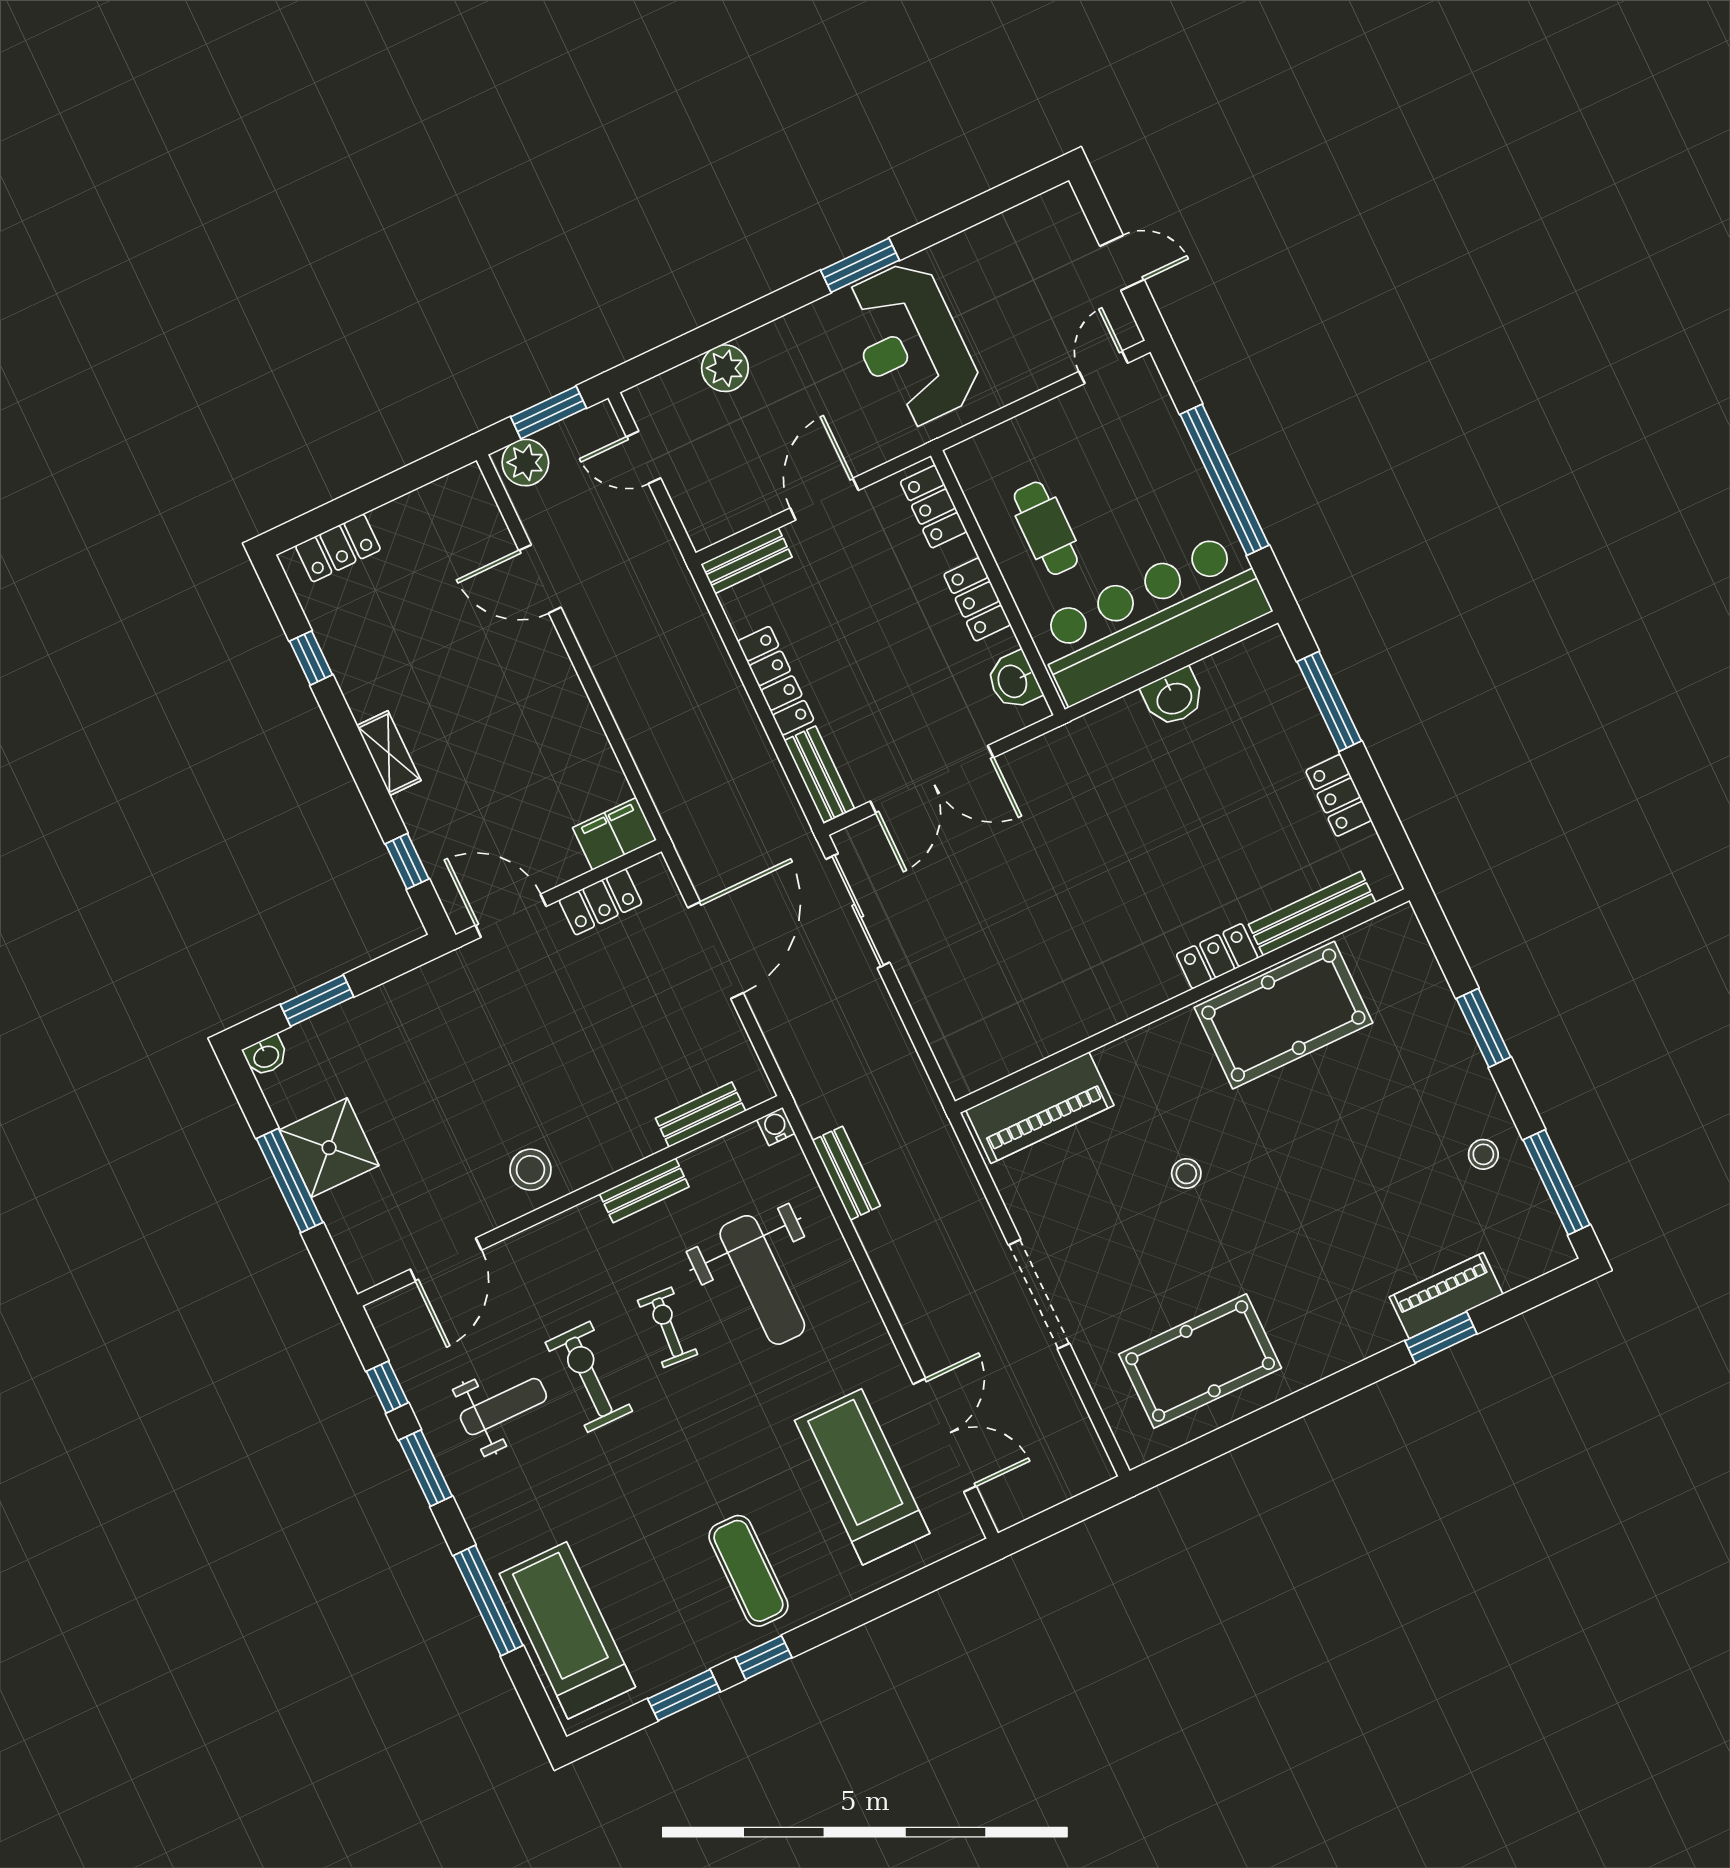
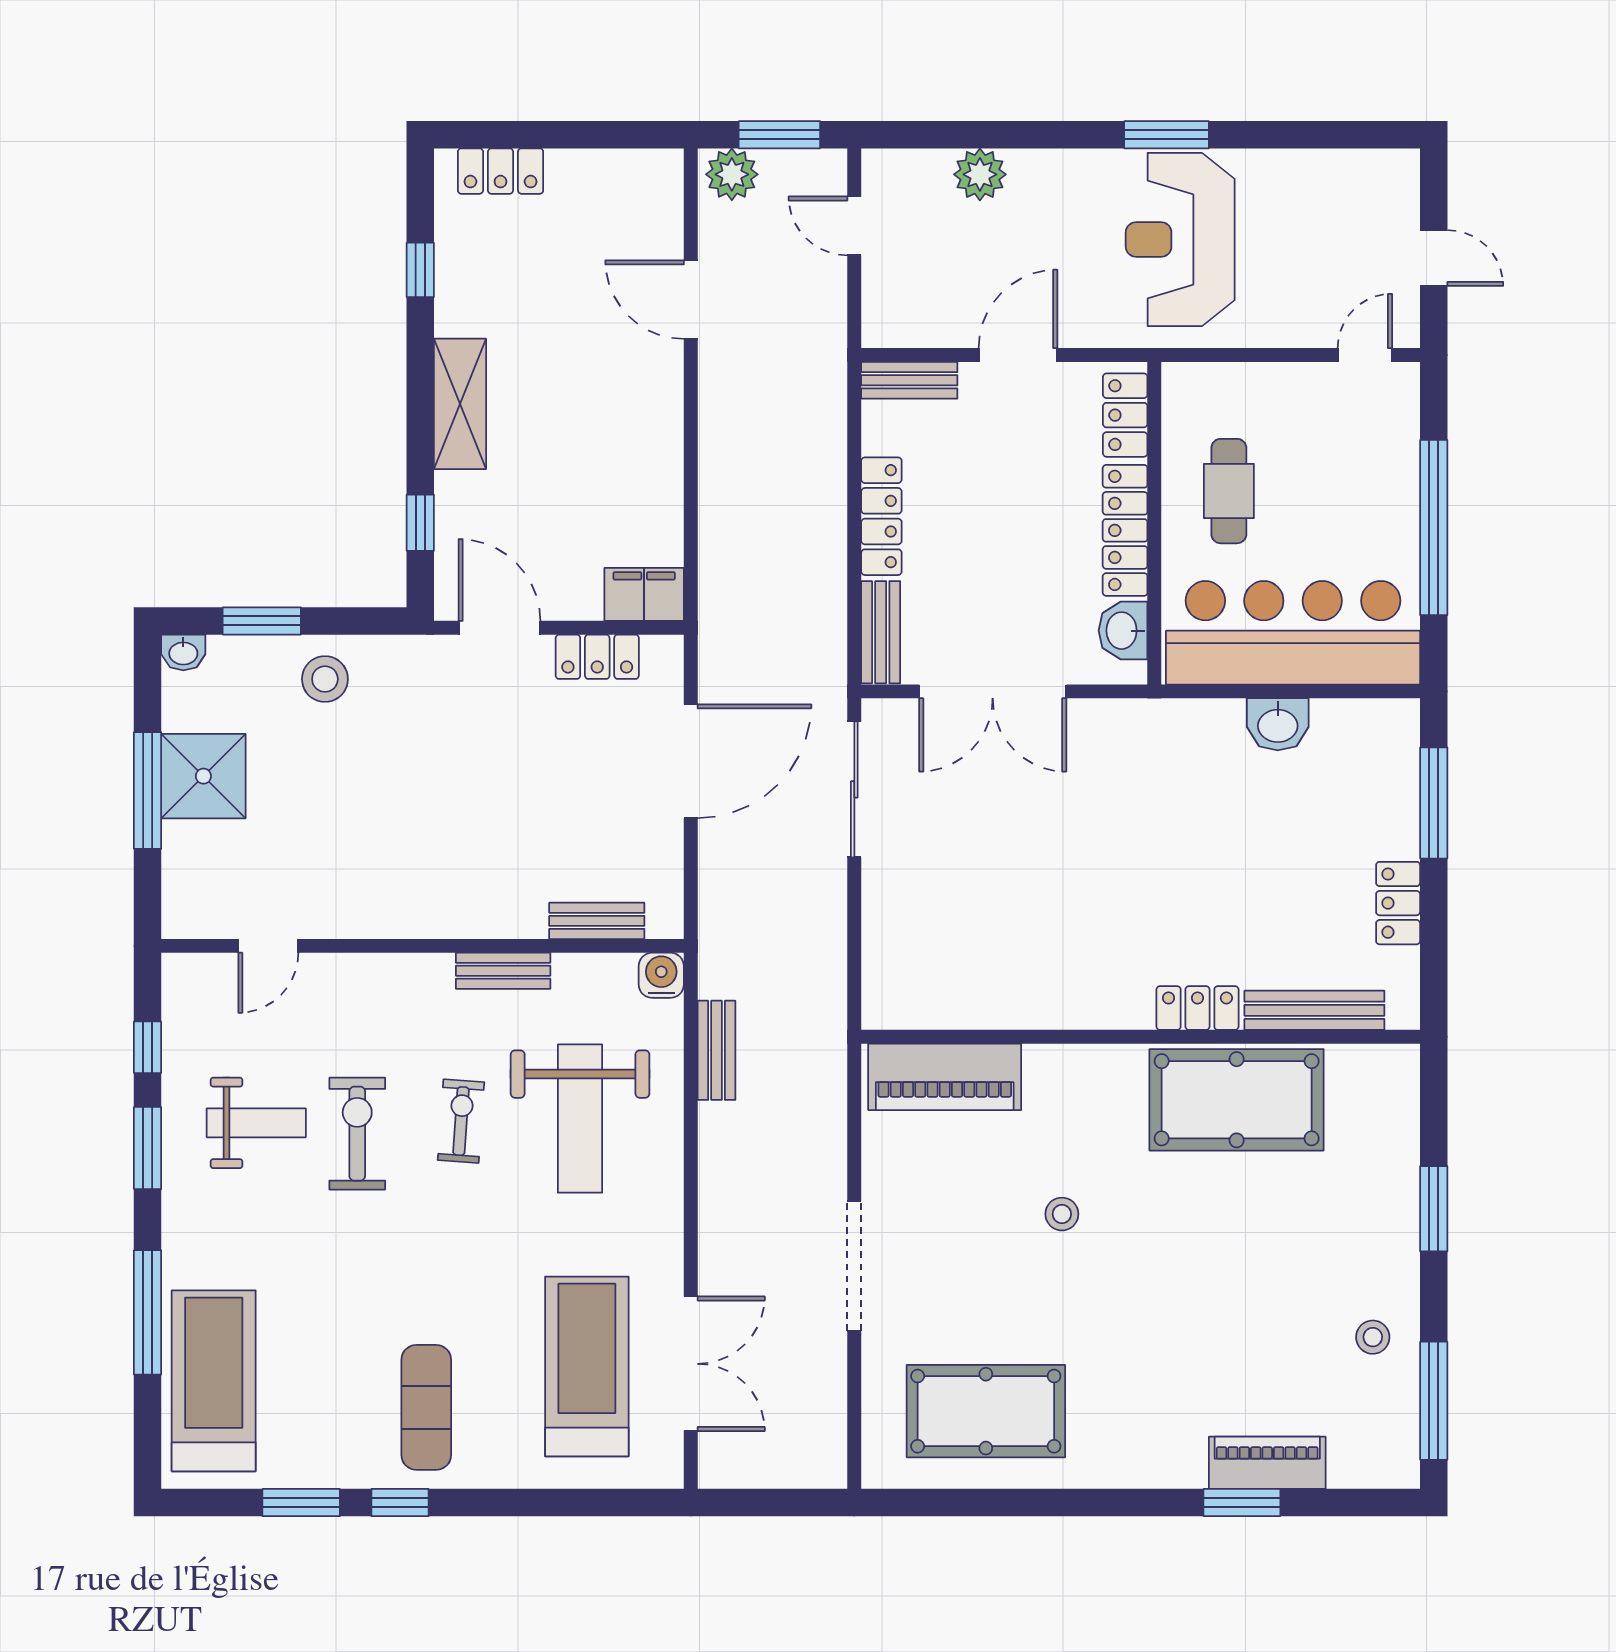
locker: (977, 599) -> (1125, 530), width x1.53
shelving: (389, 753) -> (460, 404), width x1.50, depth x1.33
water cooler: (776, 1126) -> (661, 975), width x1.38, depth x1.38
stool: (531, 1170) -> (325, 679), moved
door: (446, 1260) -> (268, 946), width x0.73

